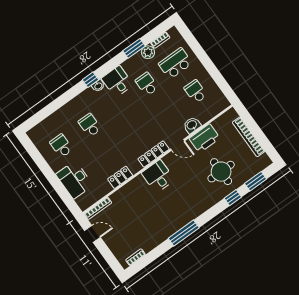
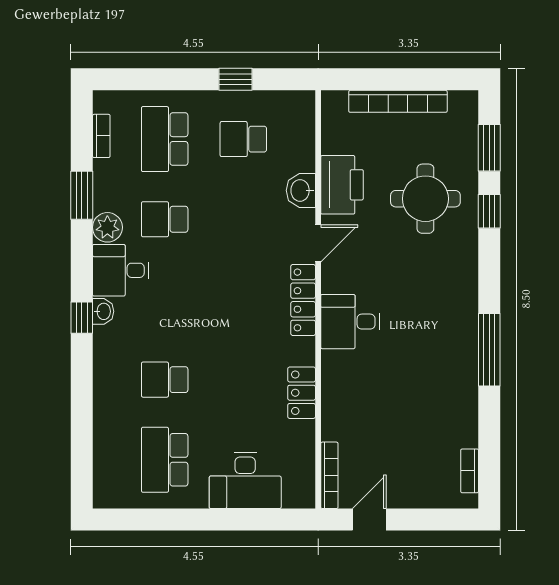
plant: (148, 52) -> (107, 227), moved
window: (215, 73) -> (235, 79), added
school desk: (61, 146) -> (165, 460), width x1.85

